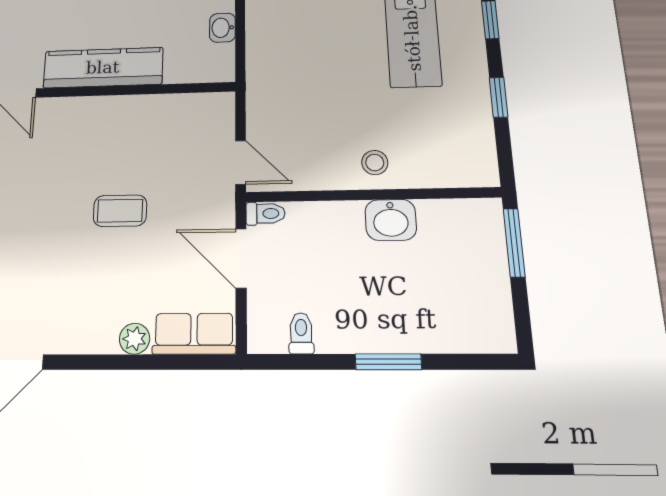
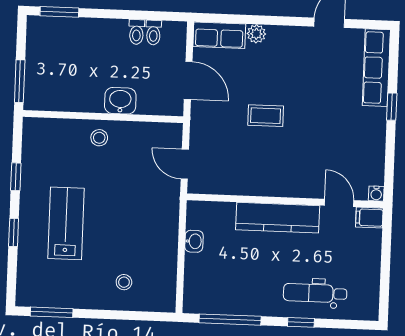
door: (241, 162) -> (185, 164), moved
toilet: (265, 214) -> (136, 32), moved, turned -90
washbasin: (391, 220) -> (120, 101), moved
window: (388, 362) -> (59, 12), moved

